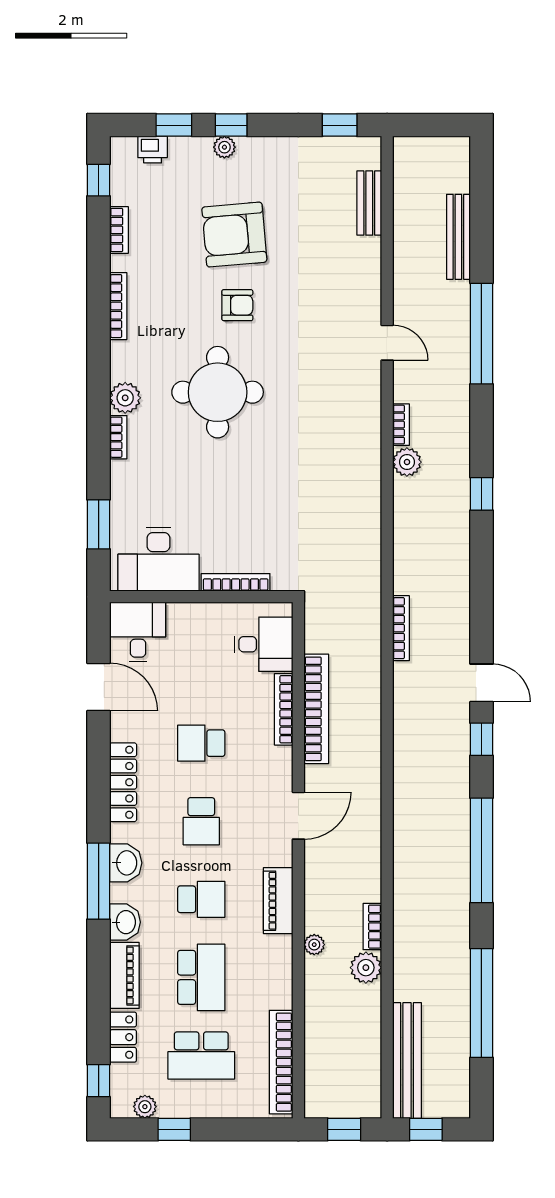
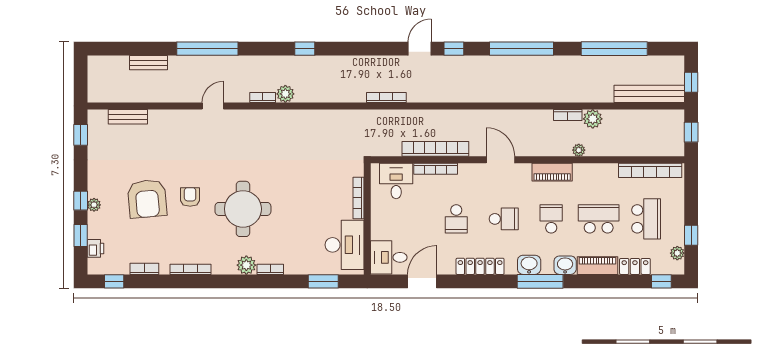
bench: (458, 237) -> (149, 63), width x0.73

